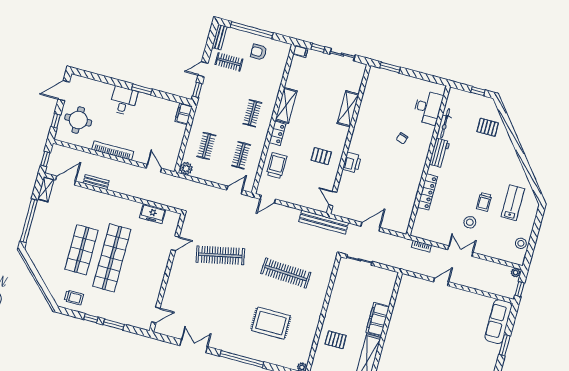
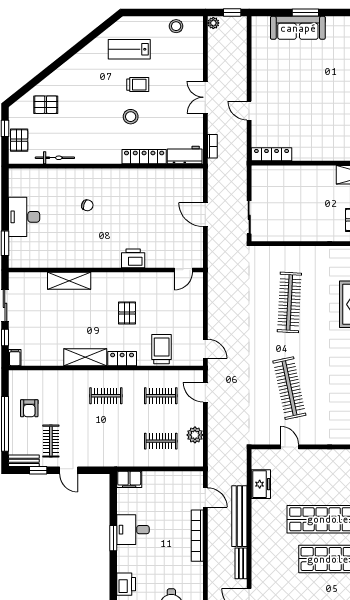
printer: (104, 90) -> (126, 584), added
window: (197, 90) -> (38, 470), moved
pallet: (466, 100) -> (19, 140), added
desk: (123, 101) -> (133, 530), moved
desk: (428, 108) -> (24, 217), moved, turned -90
pallet: (488, 127) -> (46, 105), turned 90
bookcase: (113, 151) -> (197, 536), moved
workbench: (439, 153) -> (185, 155), moved
pallet: (321, 156) -> (127, 313), moved
trolley: (277, 165) -> (162, 349), turned 90
door: (154, 168) -> (205, 498), swing flipped
plant: (186, 168) -> (195, 435), moved
bench: (324, 222) -> (239, 516), moved
stool: (470, 222) -> (131, 117), moved
locker: (403, 290) -> (272, 154), added
filing cabinet: (378, 319) -> (316, 176), removed
sofa: (498, 322) -> (298, 28), moved

